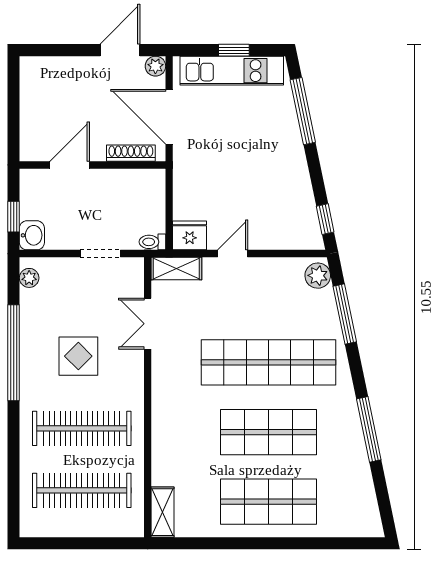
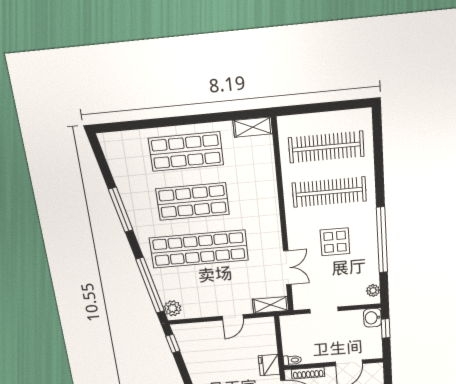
fridge: (190, 235) -> (269, 365), moved, turned 90
toilet: (152, 242) -> (292, 360), moved
window: (345, 314) -> (150, 285), width x1.46
shelving: (163, 512) -> (253, 127), moved, turned 90

